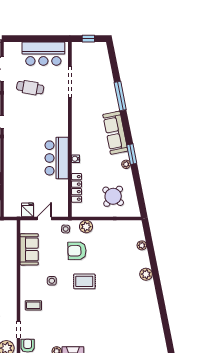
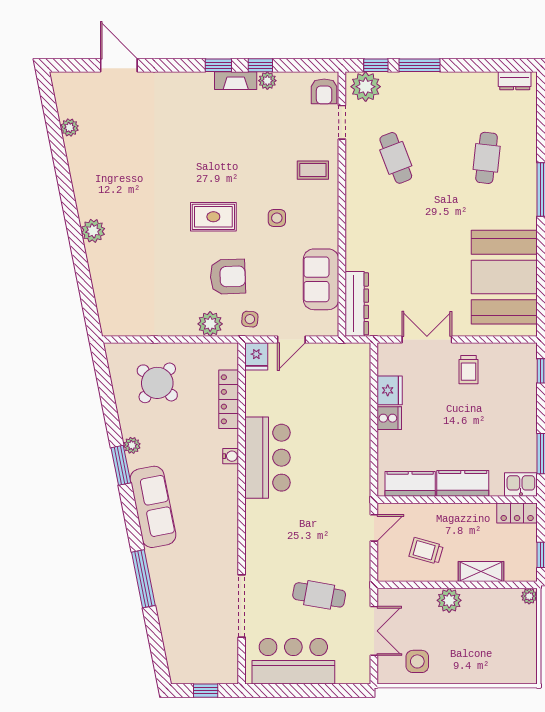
fridge: (28, 210) -> (256, 356), moved
dresser: (11, 237) -> (357, 304), added
plant: (142, 245) -> (69, 128), moved

